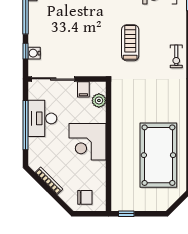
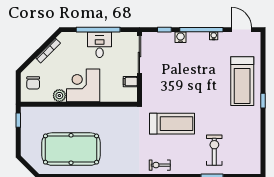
treadmill: (130, 43) -> (172, 124), width x1.37, depth x1.38
water cooler: (34, 53) -> (181, 37), moved
plant: (99, 100) -> (59, 96), moved
desk: (42, 118) -> (100, 45), width x0.73

